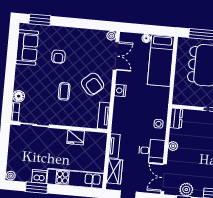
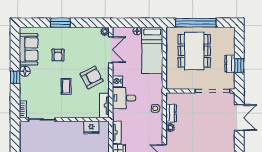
window: (40, 20) -> (60, 23), moved
window: (10, 77) -> (15, 77), added
armchair: (93, 84) -> (92, 77), turned -78
floor lamp: (19, 96) -> (25, 71), moved
dresser: (176, 118) -> (171, 113), moved
fridge: (76, 137) -> (91, 128), moved
desk: (152, 151) -> (124, 98), moved, turned 180

